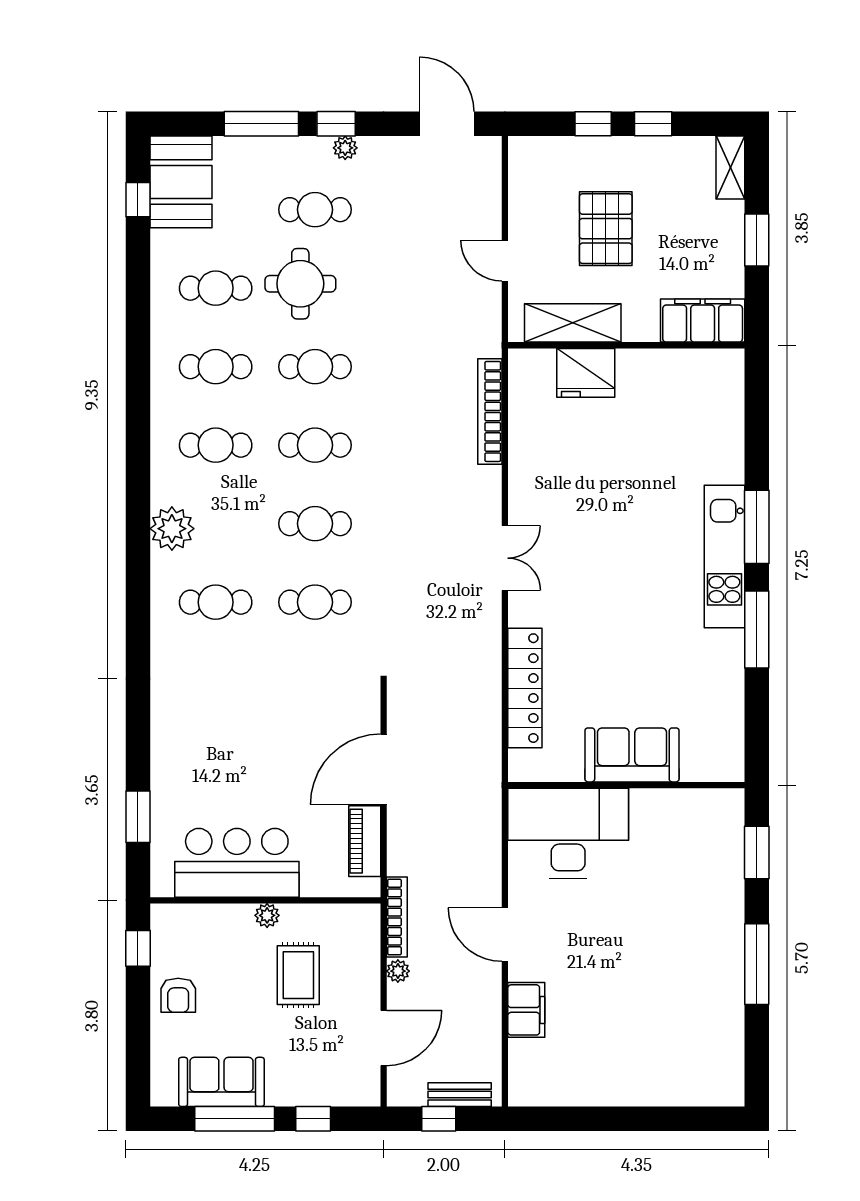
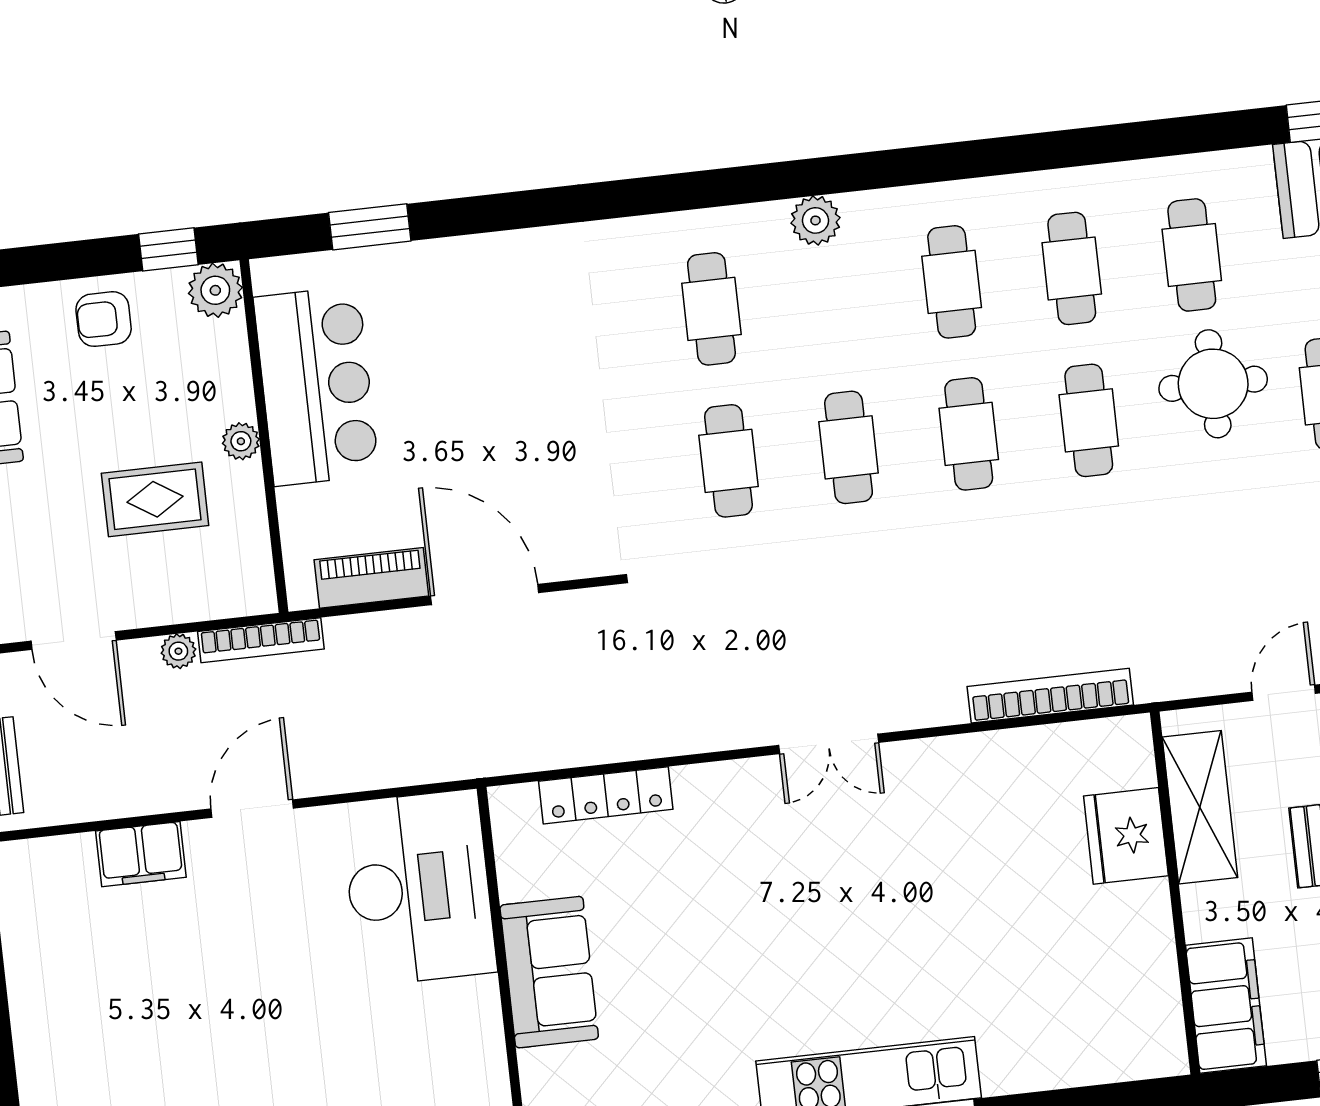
plant: (172, 529) -> (815, 220), width x0.73, depth x0.73
locker: (525, 688) -> (606, 795), width x0.71, depth x0.83
plant: (168, 921) -> (215, 290), added

